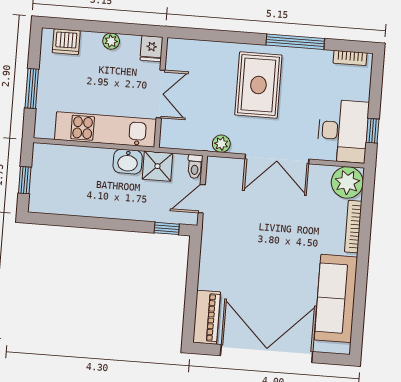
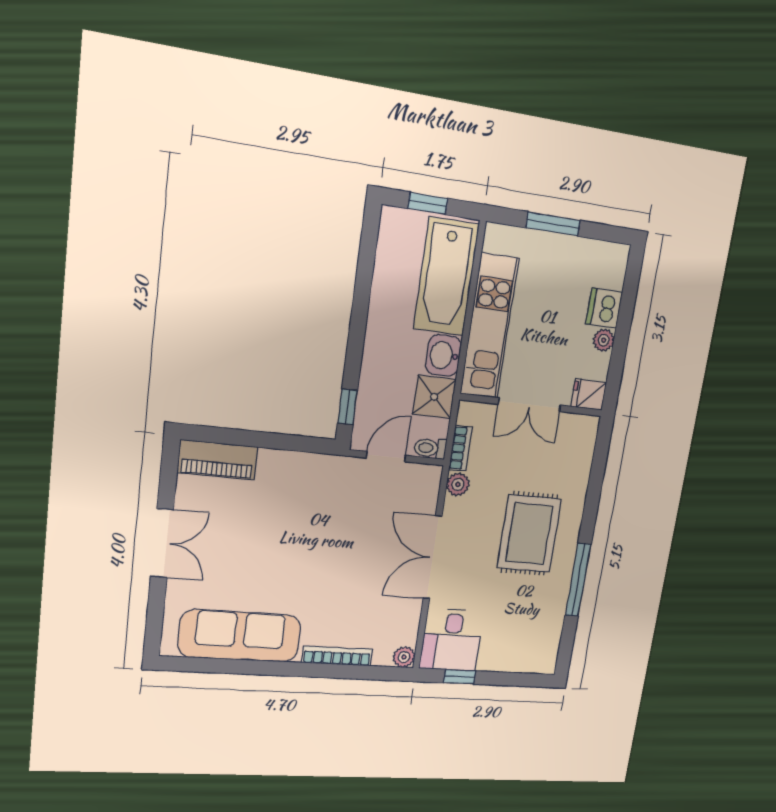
dishwasher: (66, 42) -> (604, 308), moved
bookcase: (350, 58) -> (460, 448), moved, turned 180
rug: (258, 85) -> (529, 534), turned 90
desk: (343, 131) -> (452, 640), width x0.73
bathtub: (73, 164) -> (446, 277), added
plant: (347, 182) -> (404, 657), width x0.53, depth x0.53
door: (202, 199) -> (386, 457), hinge flipped
double door: (267, 354) -> (162, 543), width x0.54

